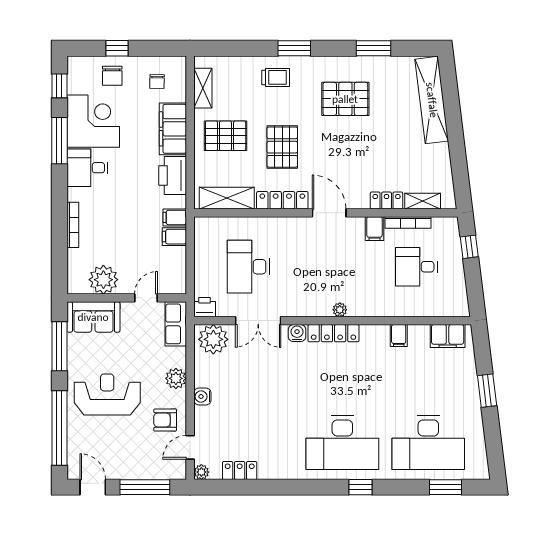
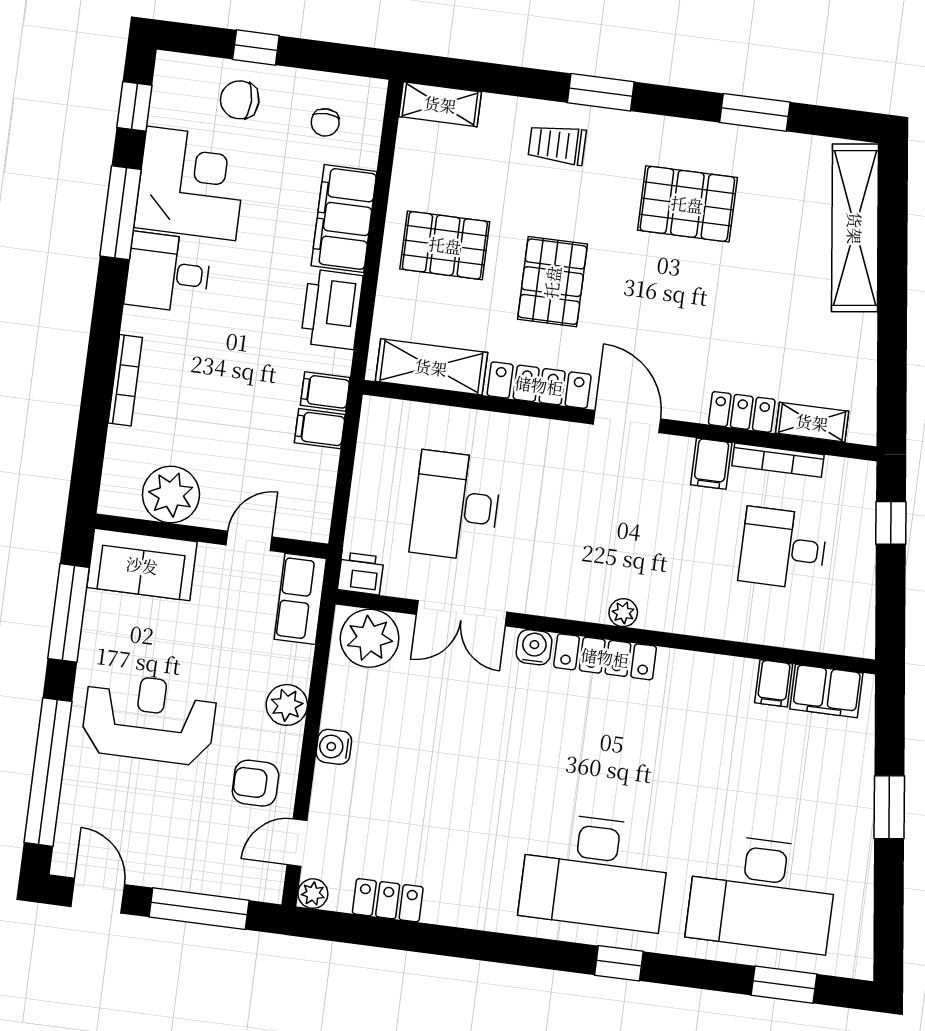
chair: (112, 76) -> (240, 100), turned 90
trolley: (276, 77) -> (557, 145), turned 180
shelving: (203, 88) -> (440, 104), moved, turned 90
filing cabinet: (399, 336) -> (774, 683), moved

